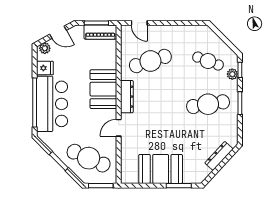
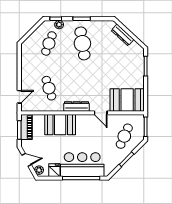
door: (58, 32) -> (27, 160), hinge flipped
cafe table: (150, 61) -> (49, 88), width x0.73, depth x0.74
booth: (103, 89) -> (60, 125), moved
cafe table: (89, 158) -> (124, 136), width x0.73, depth x0.74
booth: (161, 169) -> (127, 100), moved, turned 90

